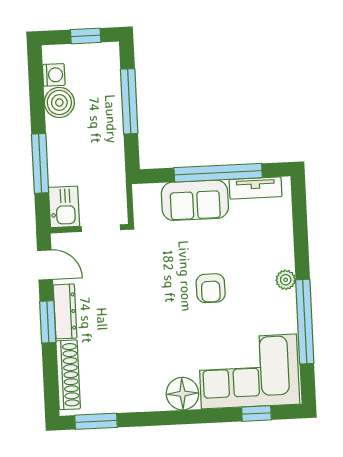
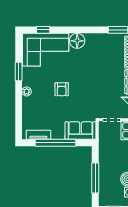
sofa: (195, 200) -> (81, 131), moved
armchair: (211, 288) -> (62, 89), turned 180
window: (305, 322) -> (19, 72), width x0.47

